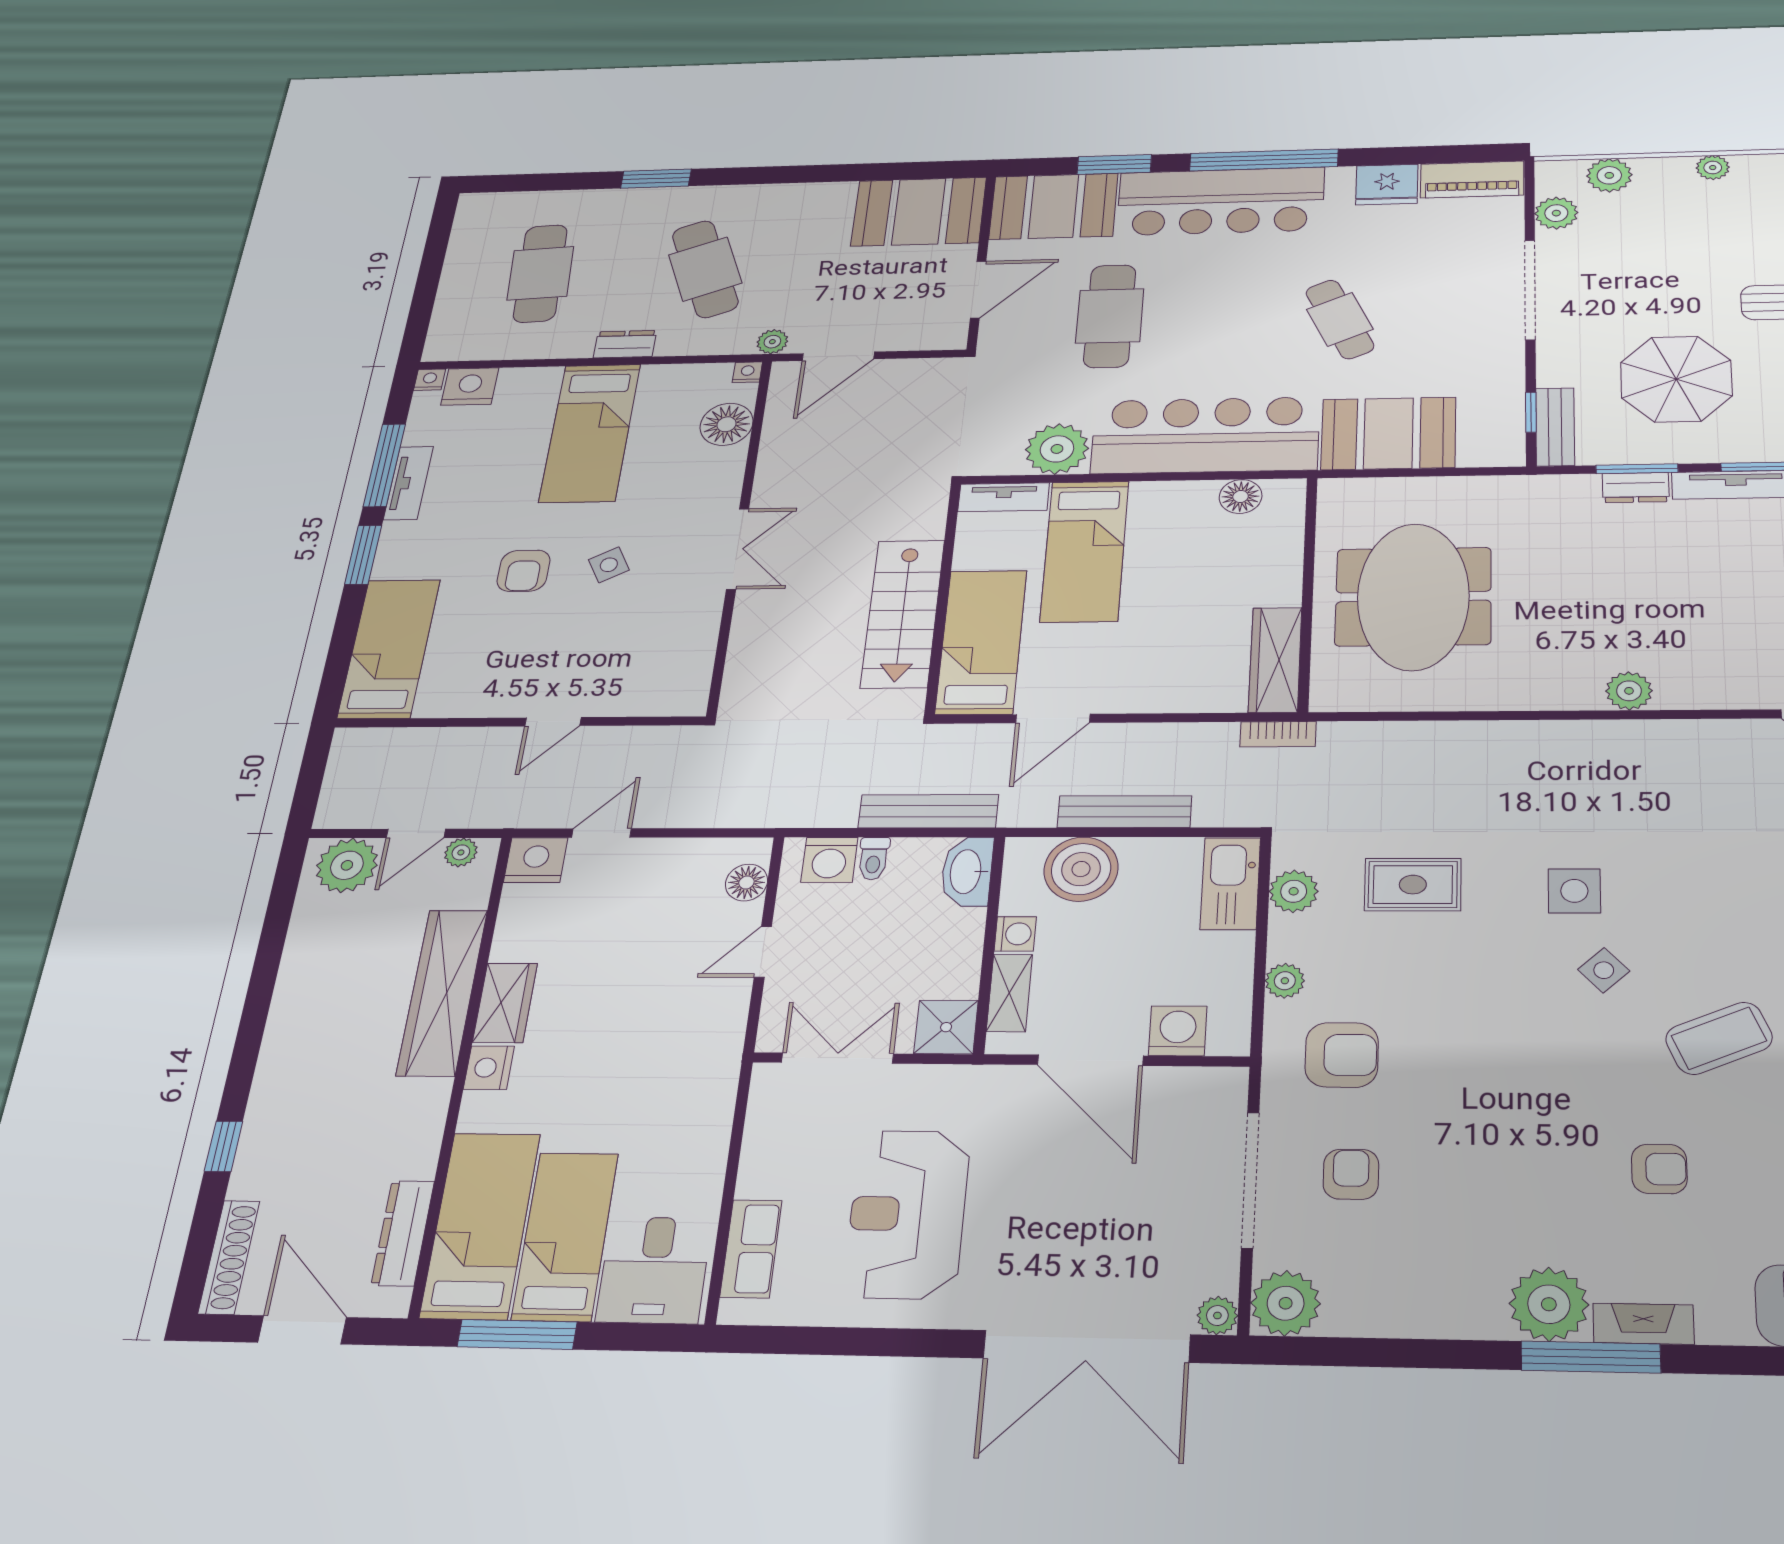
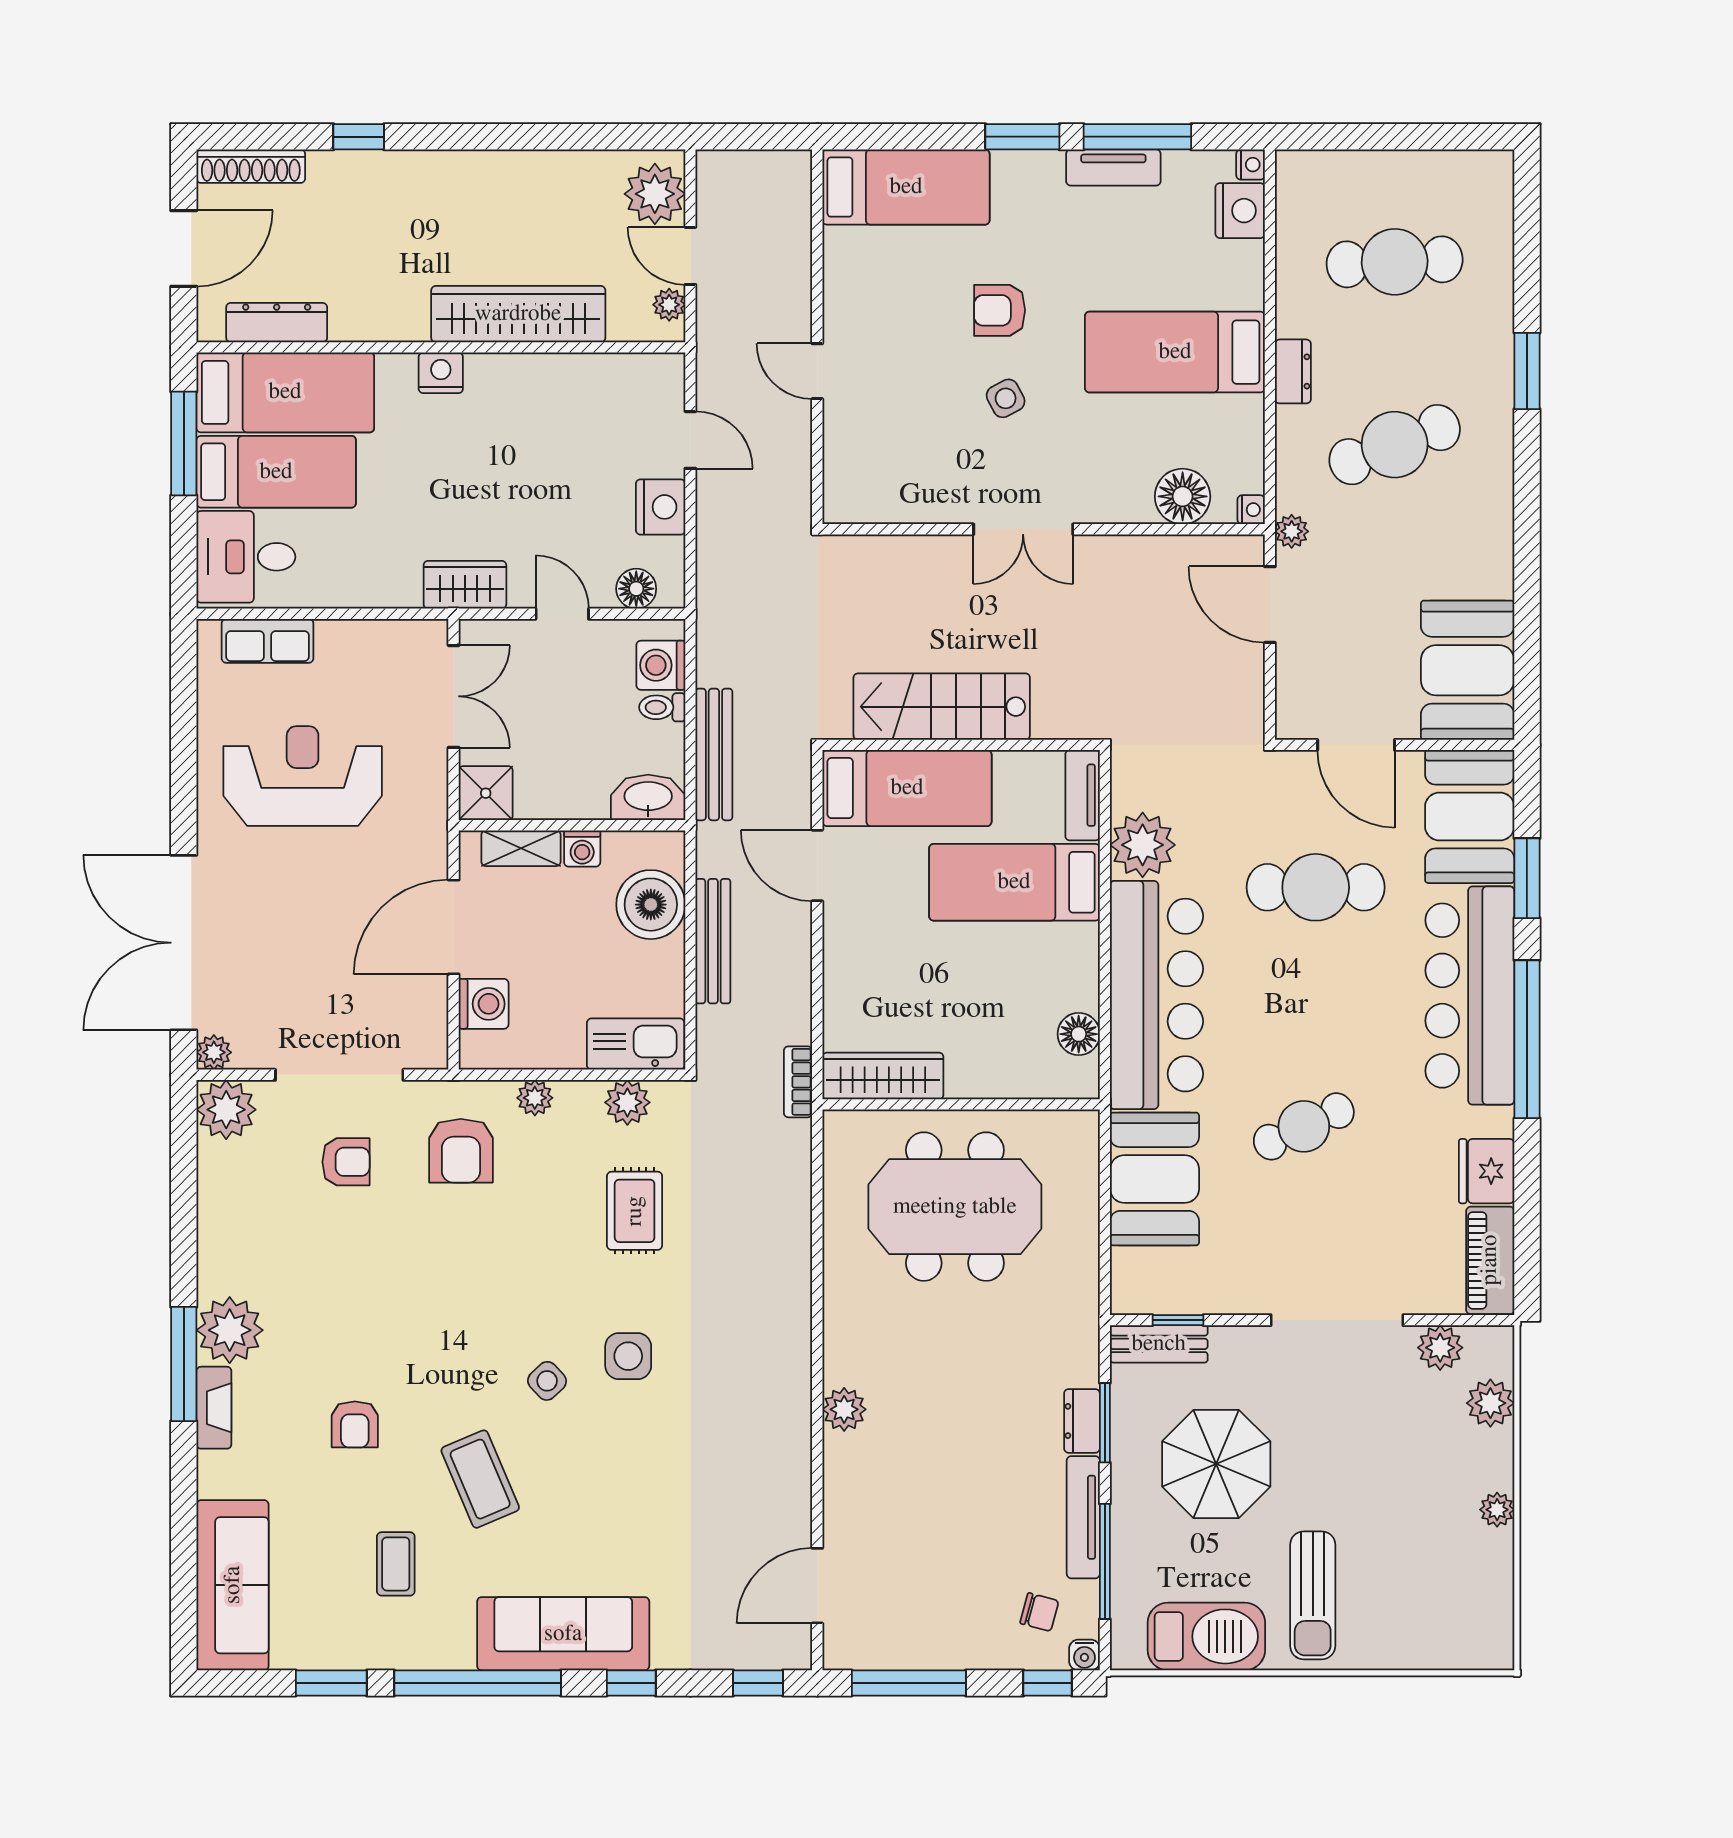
nightstand: (536, 860) -> (661, 507), moved
wardrobe: (505, 1003) -> (465, 585), moved, turned 180

